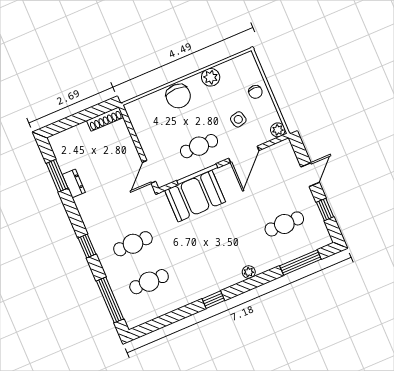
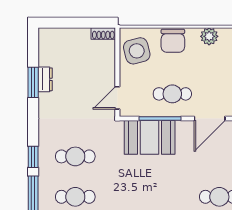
shoe rack: (105, 119) -> (103, 33), width x0.70
side table: (238, 119) -> (137, 51), moved, width x1.87, depth x1.87
window: (57, 176) -> (33, 82), moved
window: (87, 246) -> (33, 157), moved

